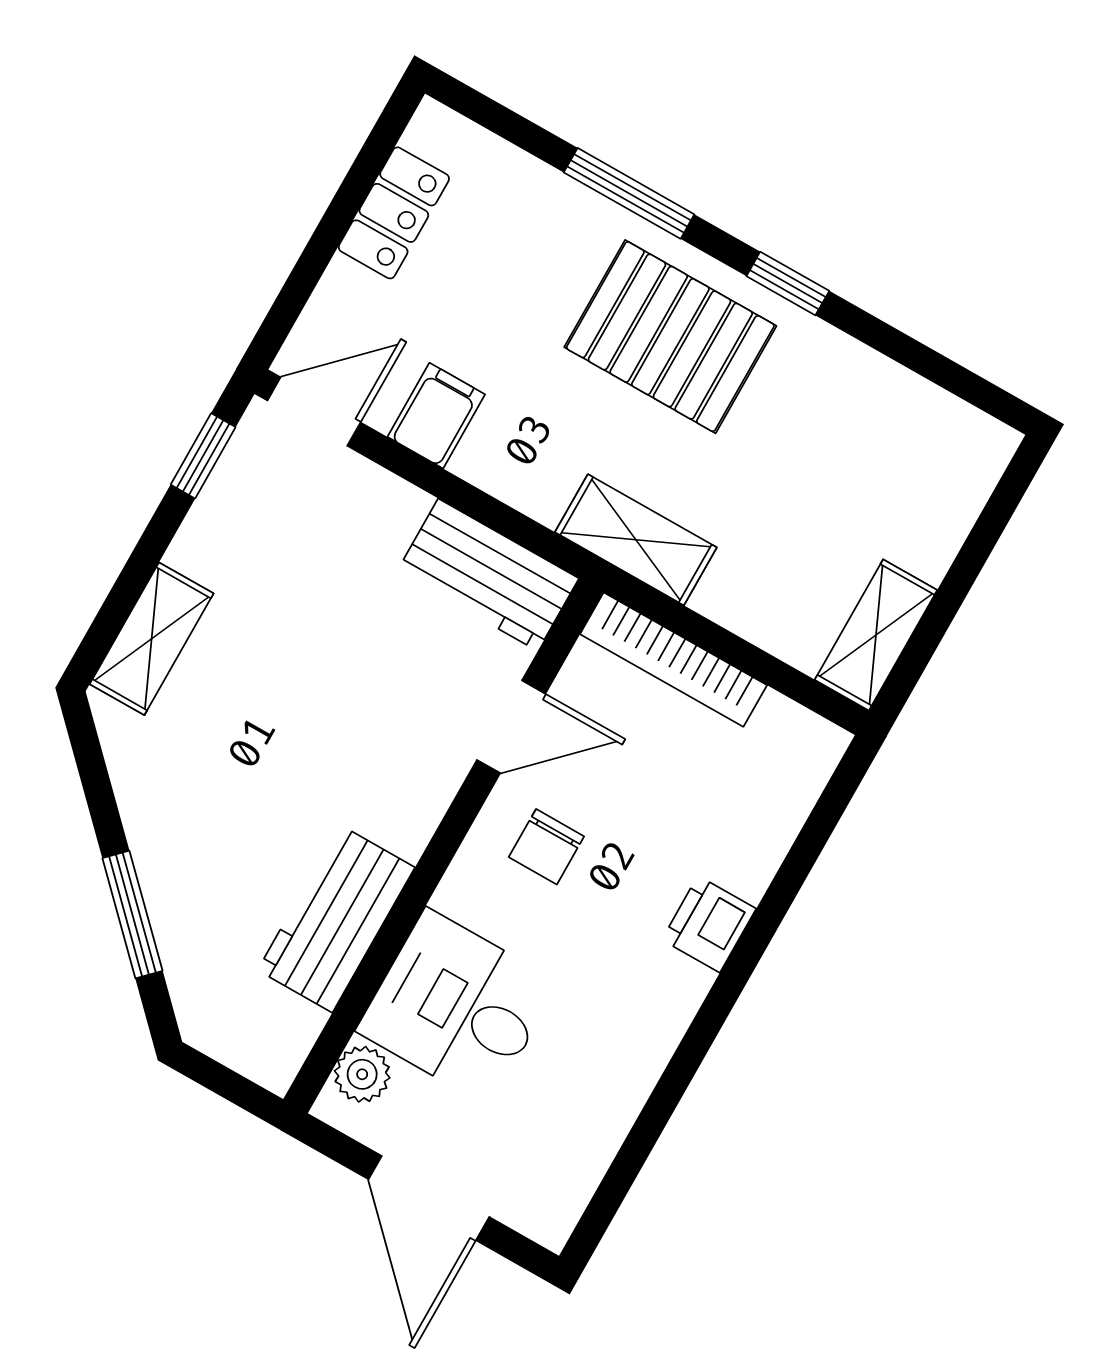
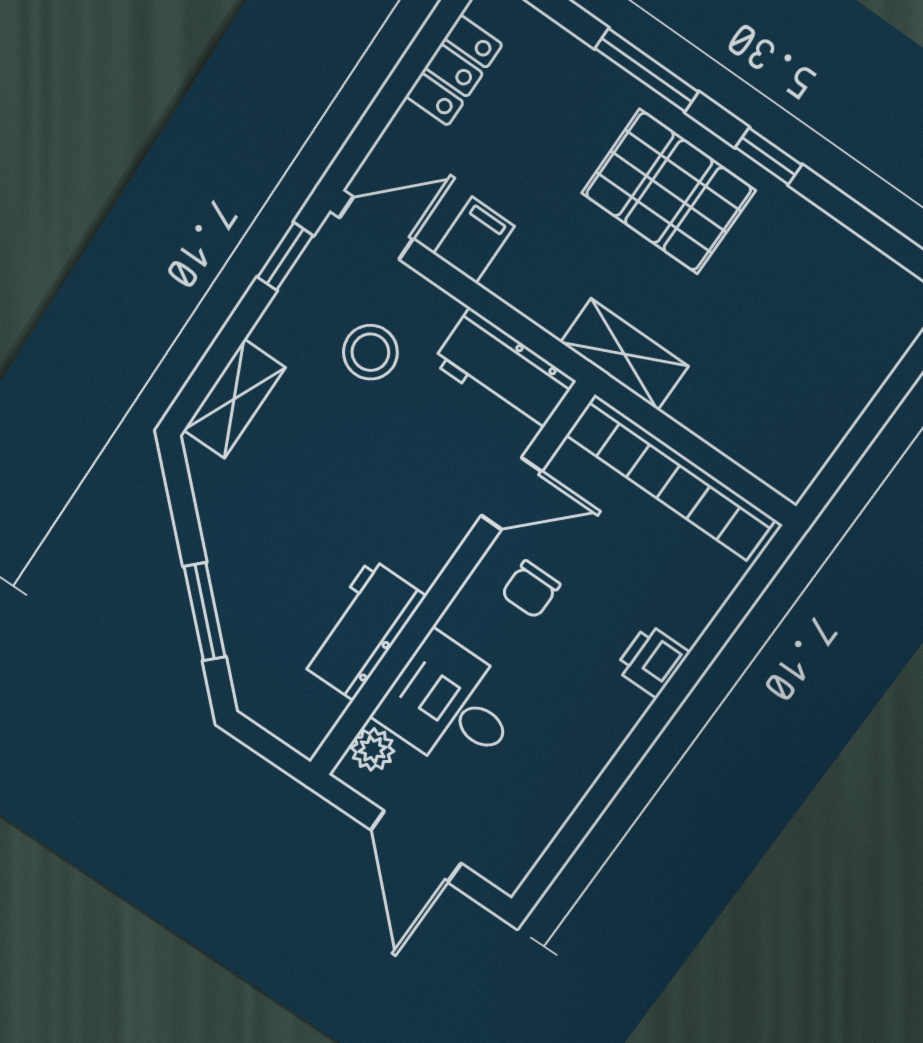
stool: (319, 565) -> (370, 352), added
shelving: (876, 635) -> (809, 447), removed
bookcase: (674, 660) -> (671, 478), width x1.48, depth x1.31

